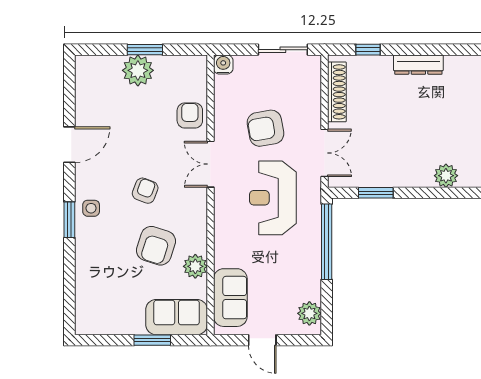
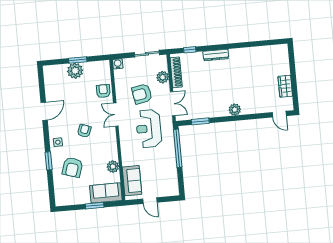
window: (69, 220) -> (49, 161), moved
armchair: (156, 246) -> (73, 167), moved
plant: (309, 313) -> (163, 77), moved

